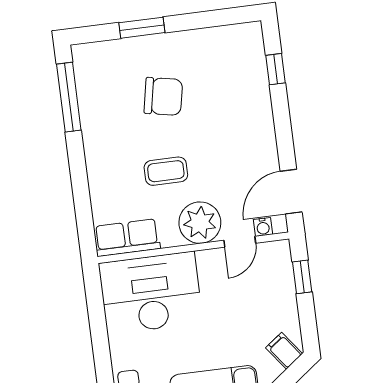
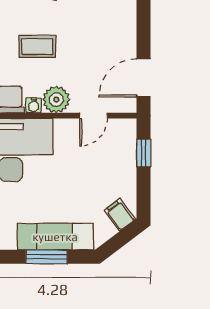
plant: (200, 223) -> (56, 100), width x0.73, depth x0.73
water cooler: (263, 227) -> (34, 105), moved

